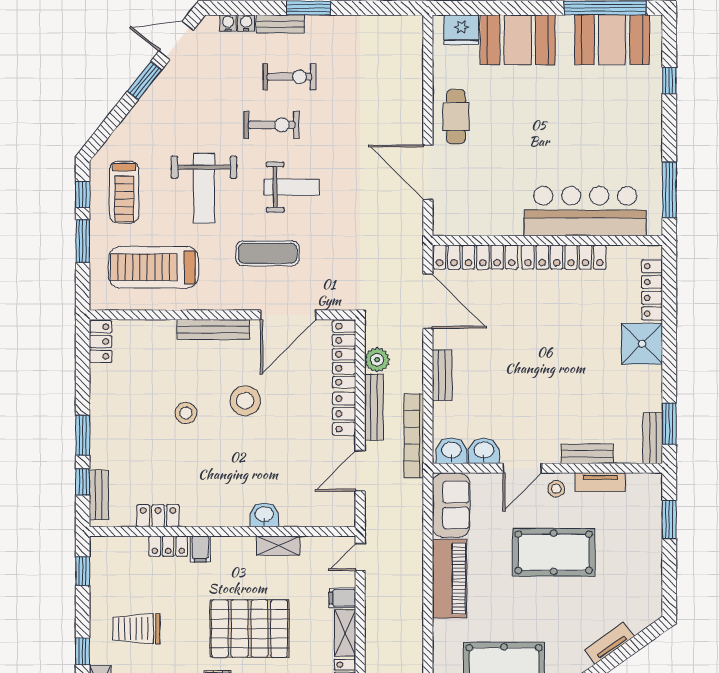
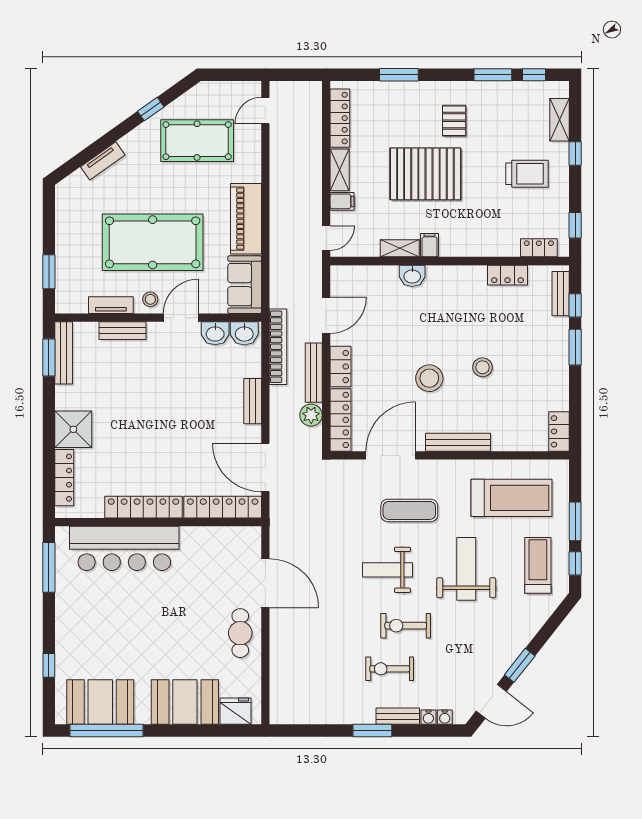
bench: (653, 438) -> (64, 353), width x1.36
locker: (168, 546) -> (539, 248), moved
filing cabinet: (200, 549) -> (430, 245), moved
pool table: (554, 552) -> (153, 242), width x1.36, depth x1.32

